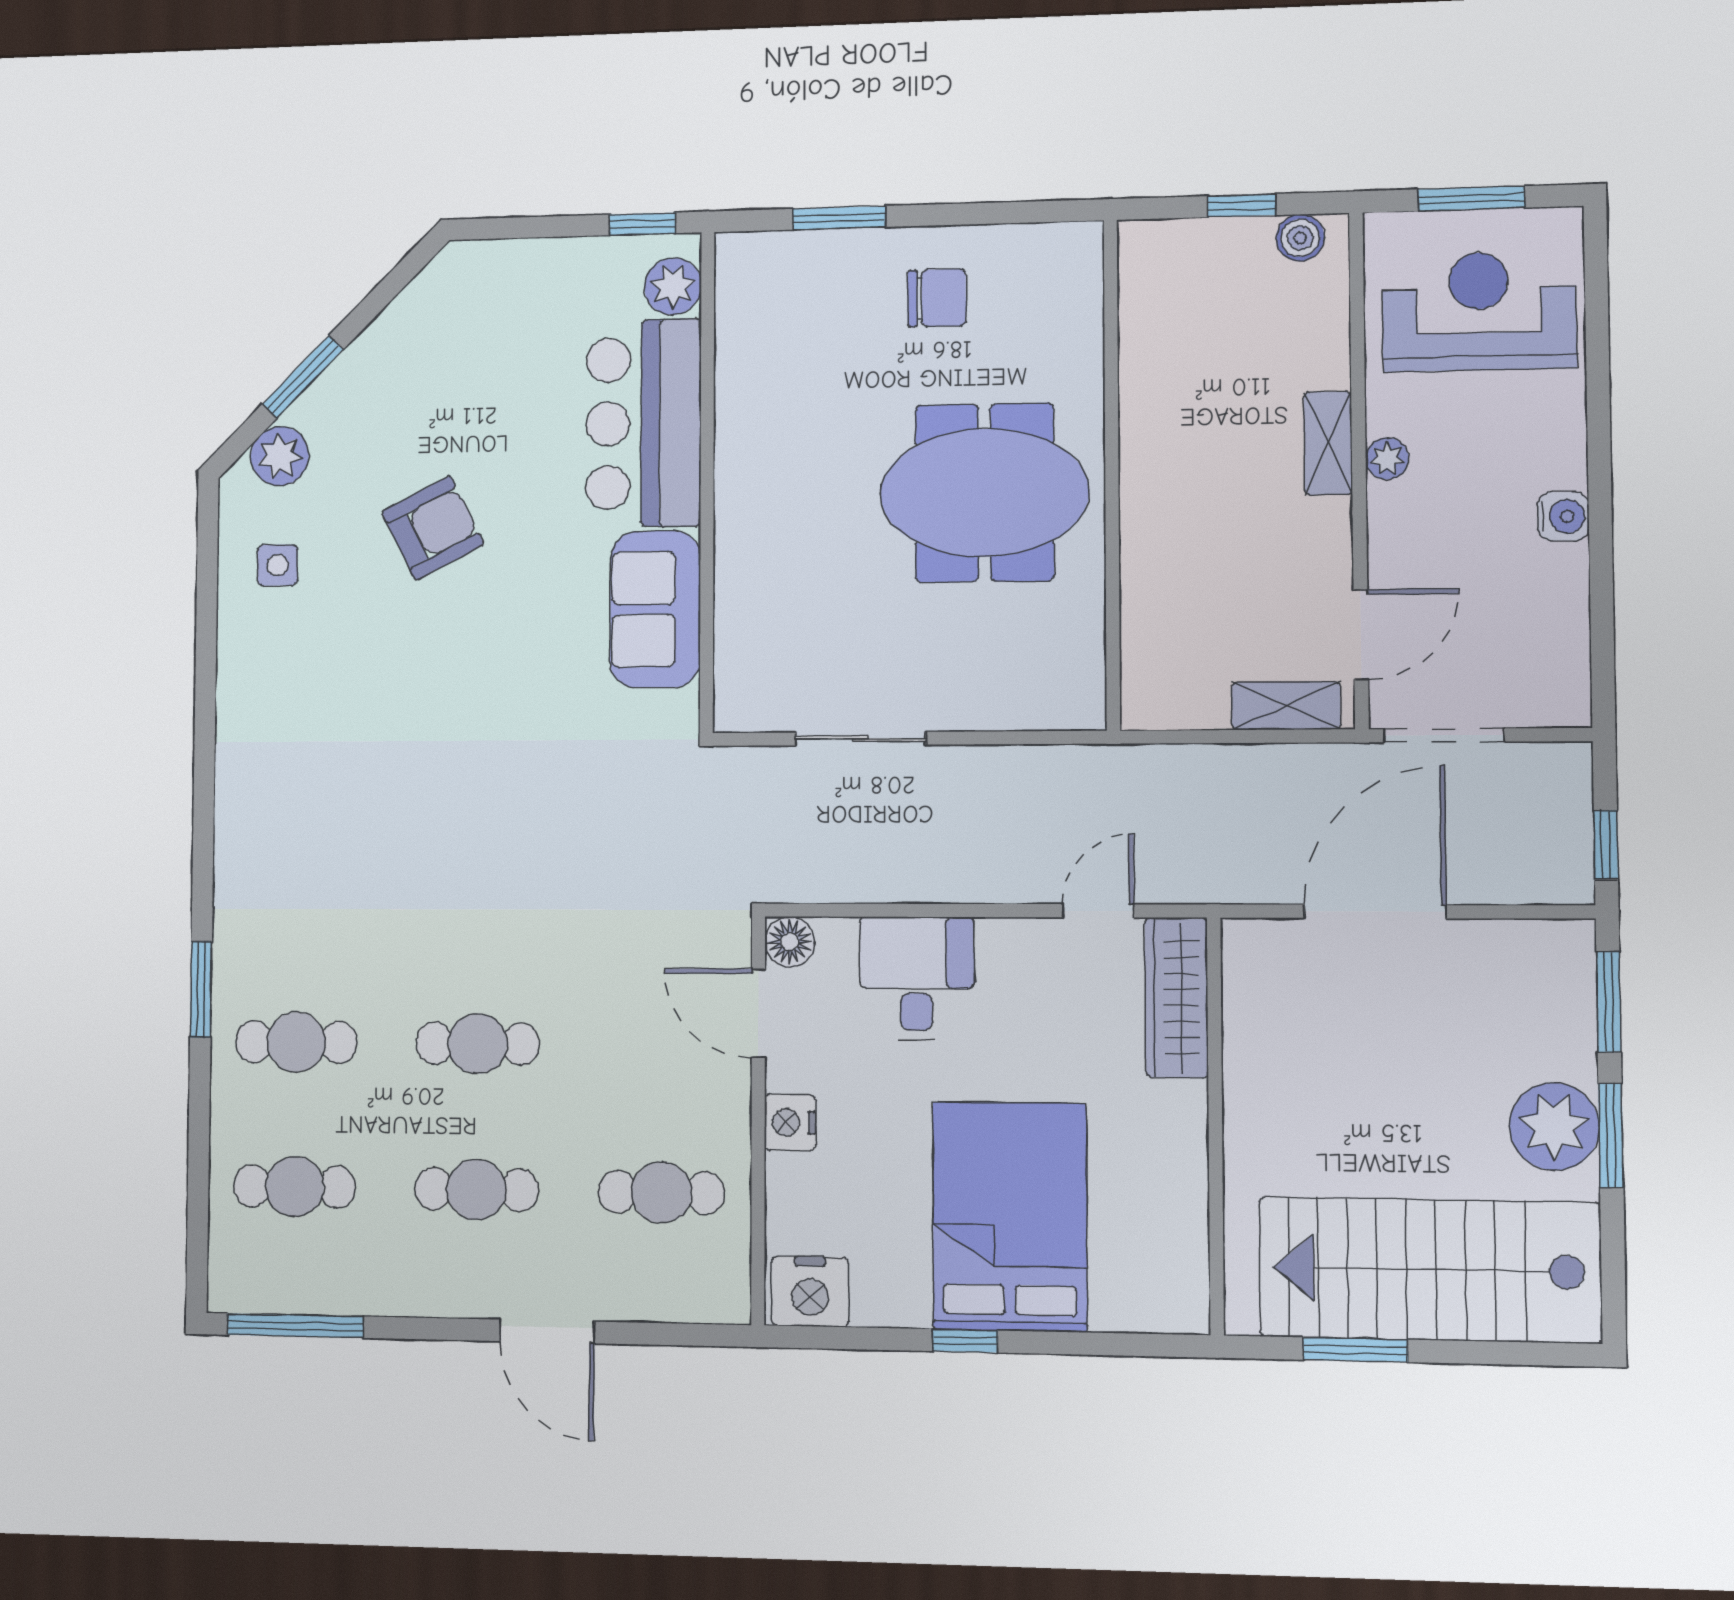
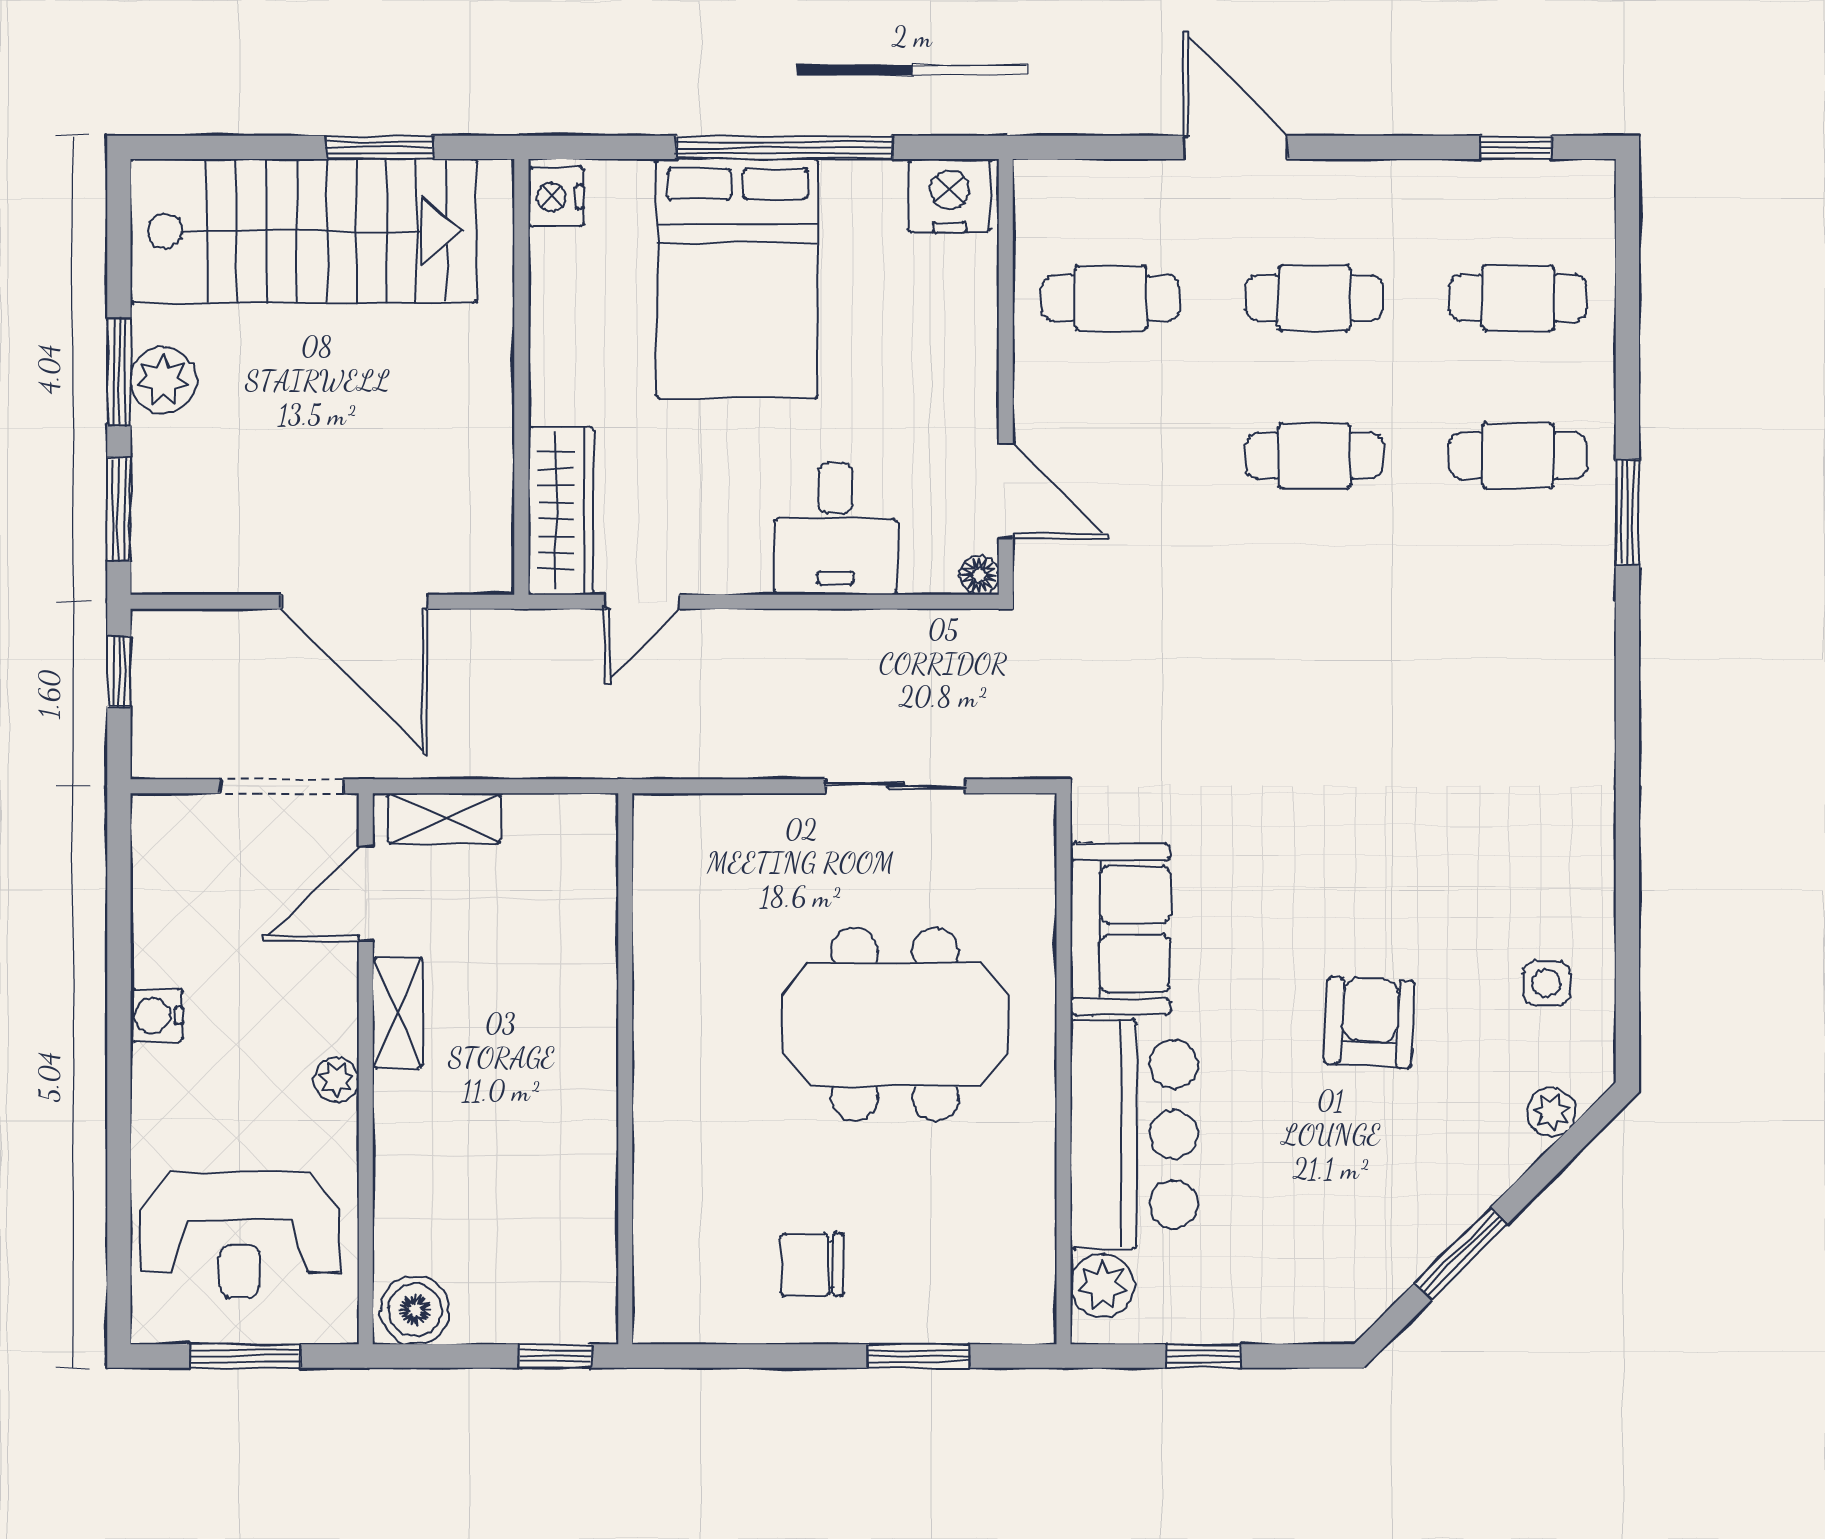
window: (1242, 206) -> (555, 1356), moved
window: (642, 224) -> (1203, 1356), moved
boiler: (1300, 238) -> (415, 1310), width x1.36, depth x1.36
window: (303, 377) -> (1461, 1254), moved
shelving: (1328, 443) -> (398, 1013), moved
plant: (280, 456) -> (1552, 1112), width x0.73, depth x0.73
meeting table: (984, 493) -> (895, 1025), moved
armchair: (433, 528) -> (1370, 1022), turned 120
door: (1375, 911) -> (354, 602), hinge flipped
floor lamp: (790, 942) -> (979, 575), width x0.73, depth x0.73
nightstand: (790, 1123) -> (556, 197), moved, turned 180
plant: (1554, 1127) -> (163, 380), width x0.73, depth x0.73
window: (295, 1326) -> (1515, 147), width x0.46
window: (965, 1341) -> (784, 147), width x3.17

